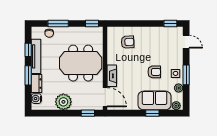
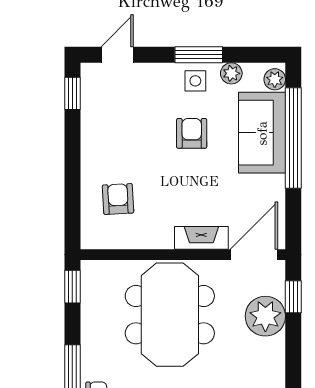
plant: (63, 102) -> (265, 316), moved
window: (152, 113) -> (293, 138), width x3.17

